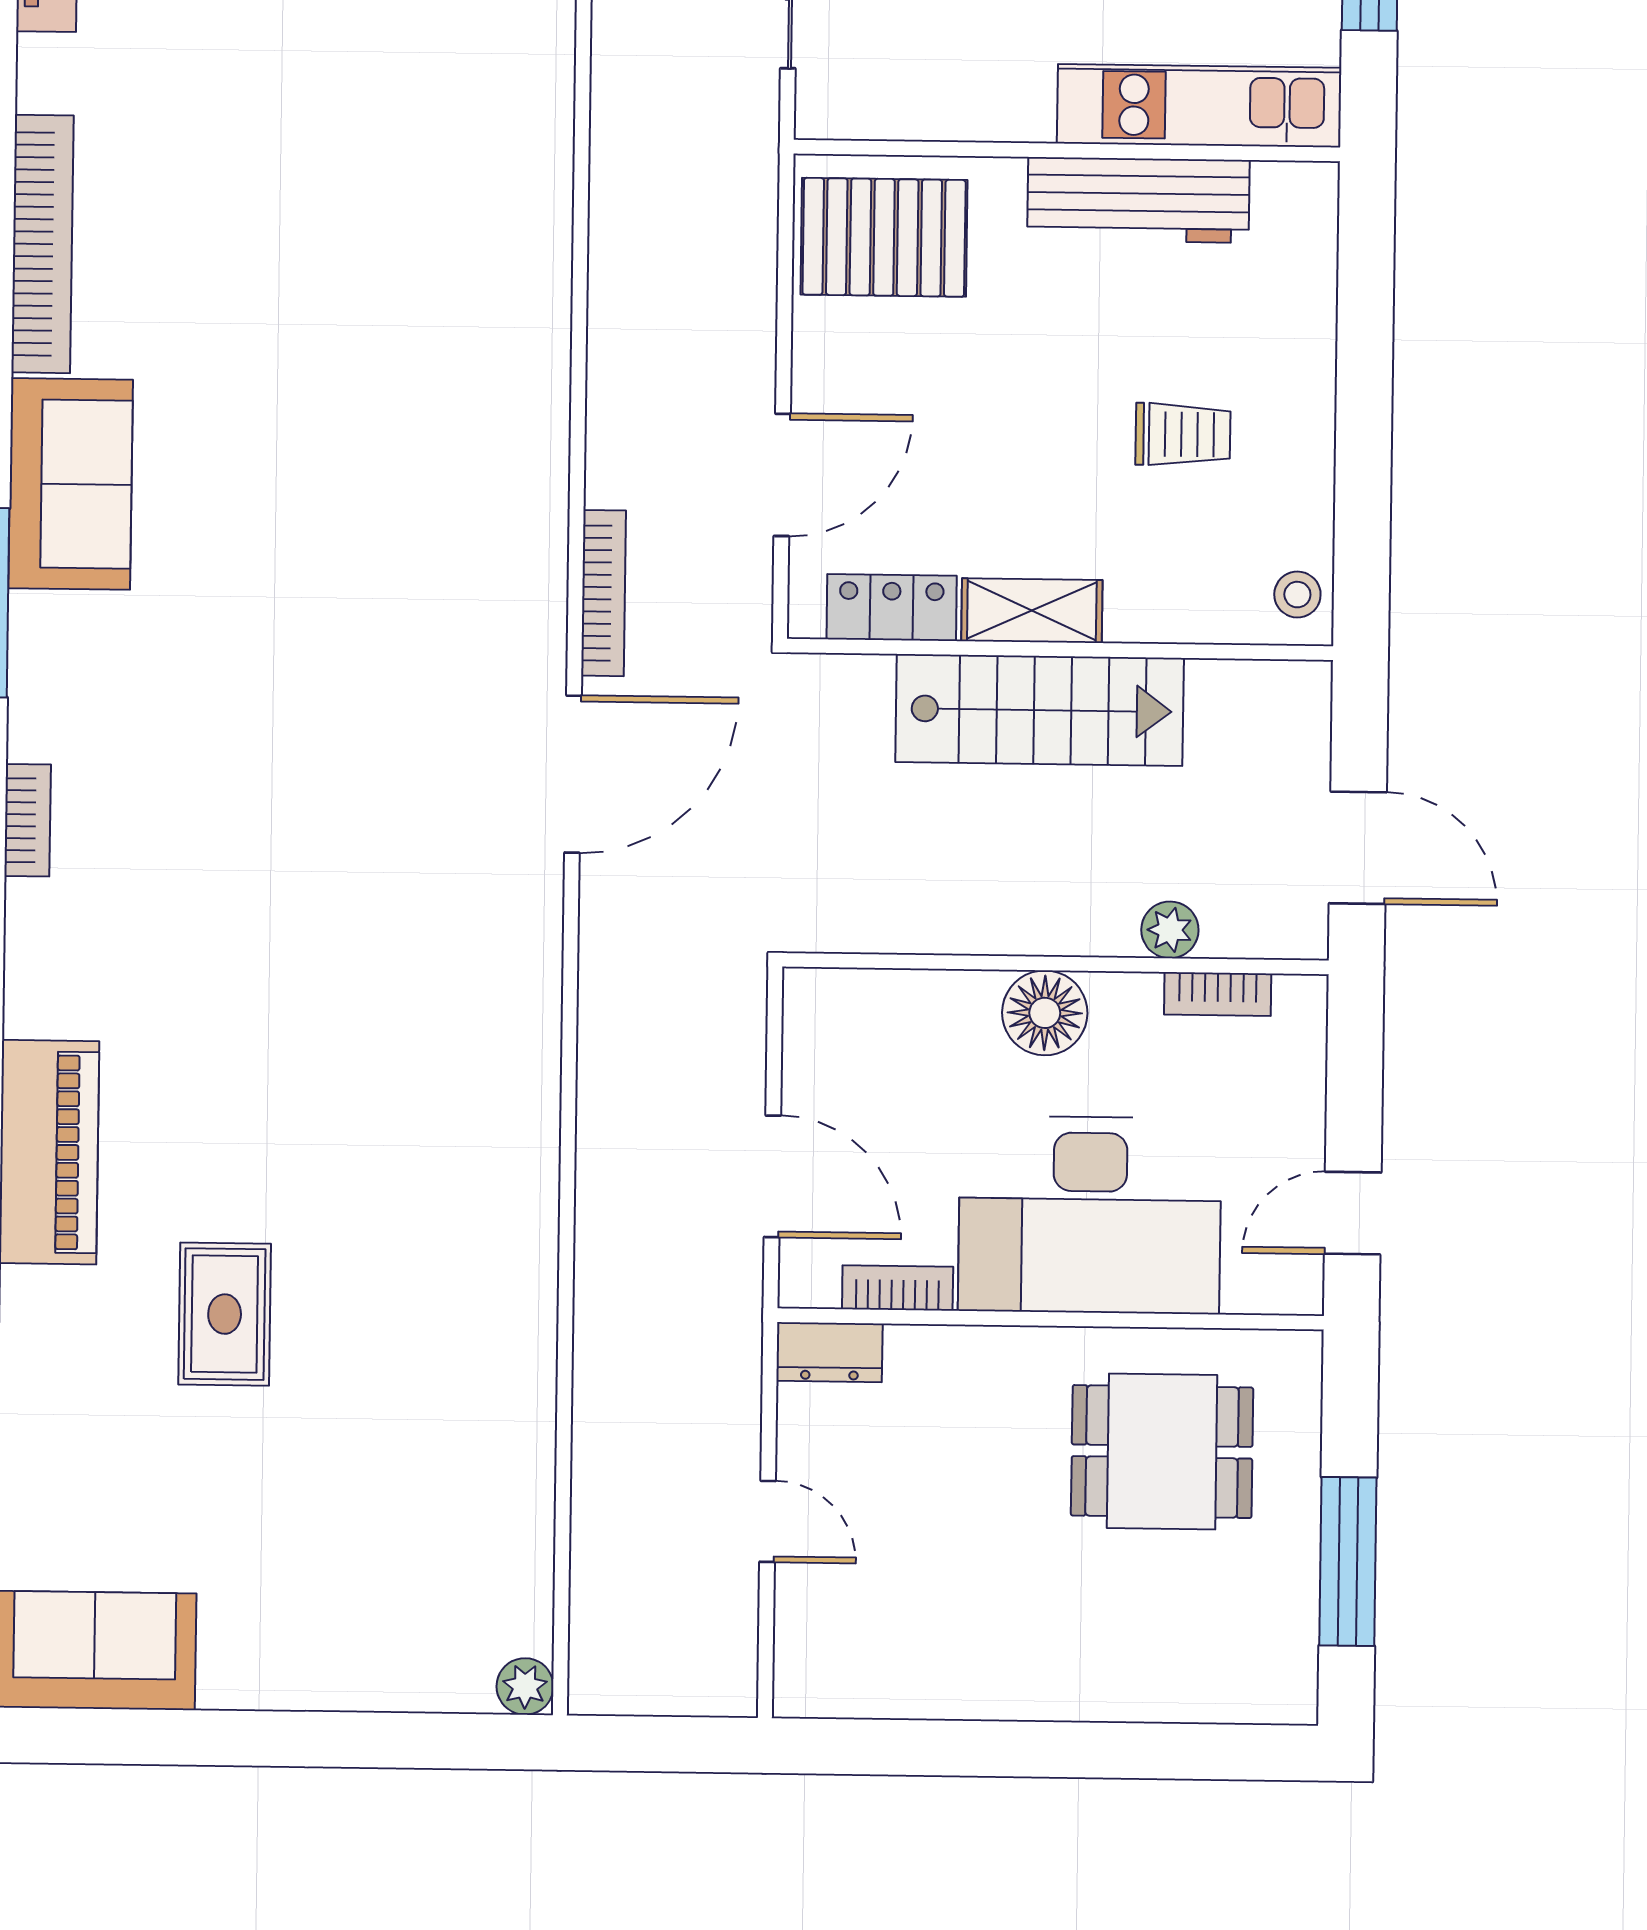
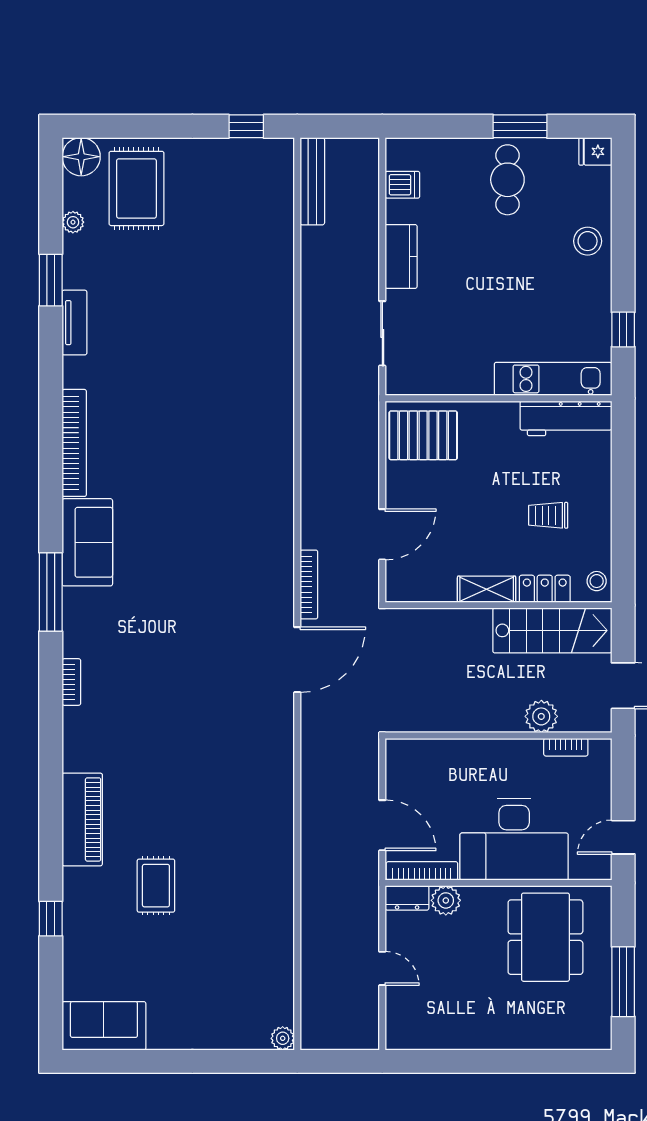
workbench: (1138, 200) -> (566, 418), moved
trolley: (1183, 434) -> (548, 515), turned 180
locker: (892, 607) -> (545, 589), moved
stairs: (1040, 710) -> (552, 630), moved
plant: (1170, 930) -> (541, 716), width x1.38, depth x1.38
floor lamp: (1045, 1013) -> (494, 756), removed
bookcase: (898, 1288) -> (422, 871), width x1.56
plant: (923, 1360) -> (446, 900), added
dining table: (1162, 1452) -> (545, 937), width x1.38

